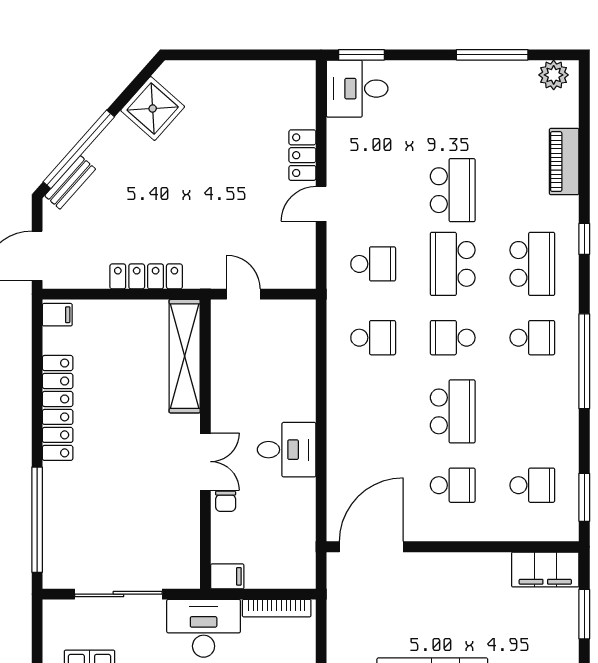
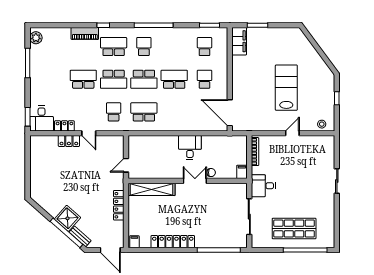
shower: (153, 109) -> (67, 218), moved
locker: (339, 144) -> (64, 126), added
piano: (564, 162) -> (85, 33), moved
school desk: (373, 338) -> (144, 112), width x1.85
school desk: (453, 338) -> (144, 79), width x1.85
desk: (204, 628) -> (263, 186), width x0.73

